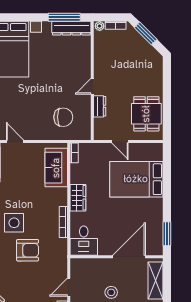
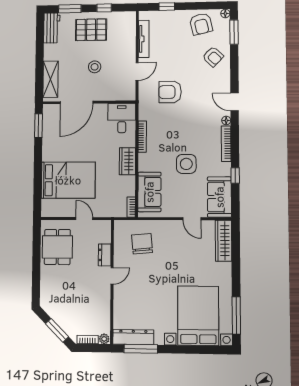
chair: (63, 117) -> (142, 244), turned 85
side table: (14, 223) -> (186, 164), moved
armchair: (28, 250) -> (170, 92), moved

